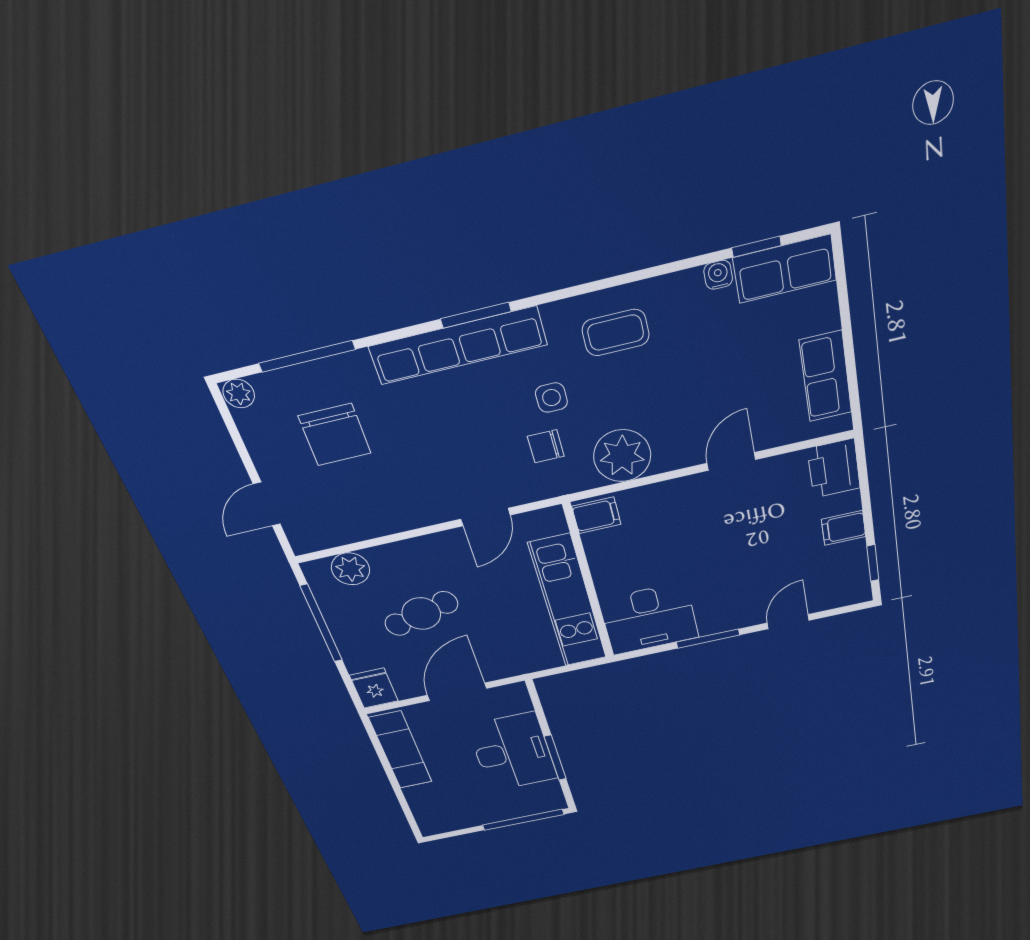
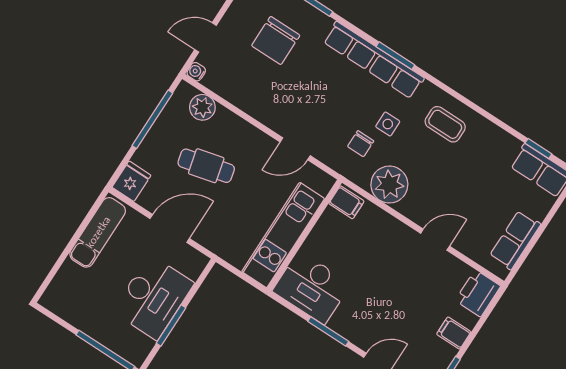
water cooler: (718, 275) -> (196, 72), moved, turned -90
chair: (546, 446) -> (361, 144), turned -90

